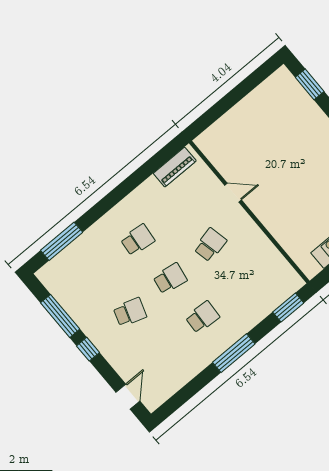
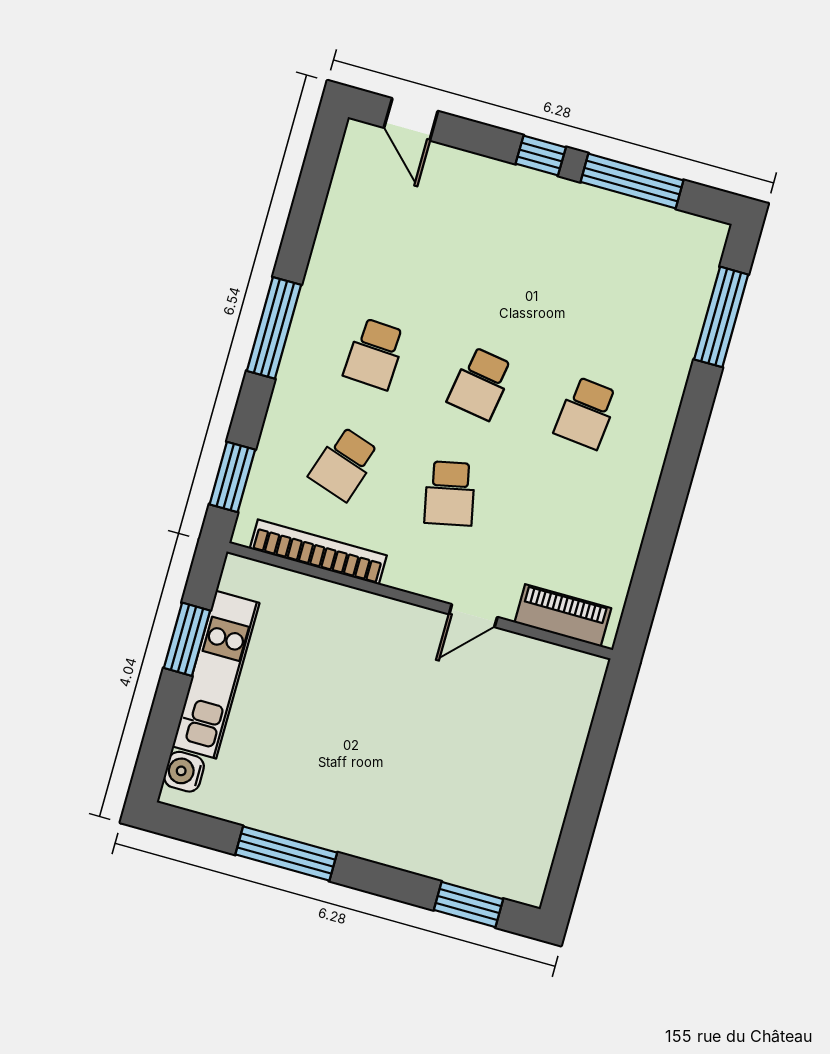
piano: (175, 167) -> (563, 615), moved, turned 90
bookcase: (275, 257) -> (318, 552), added
school desk: (130, 312) -> (344, 464), moved

